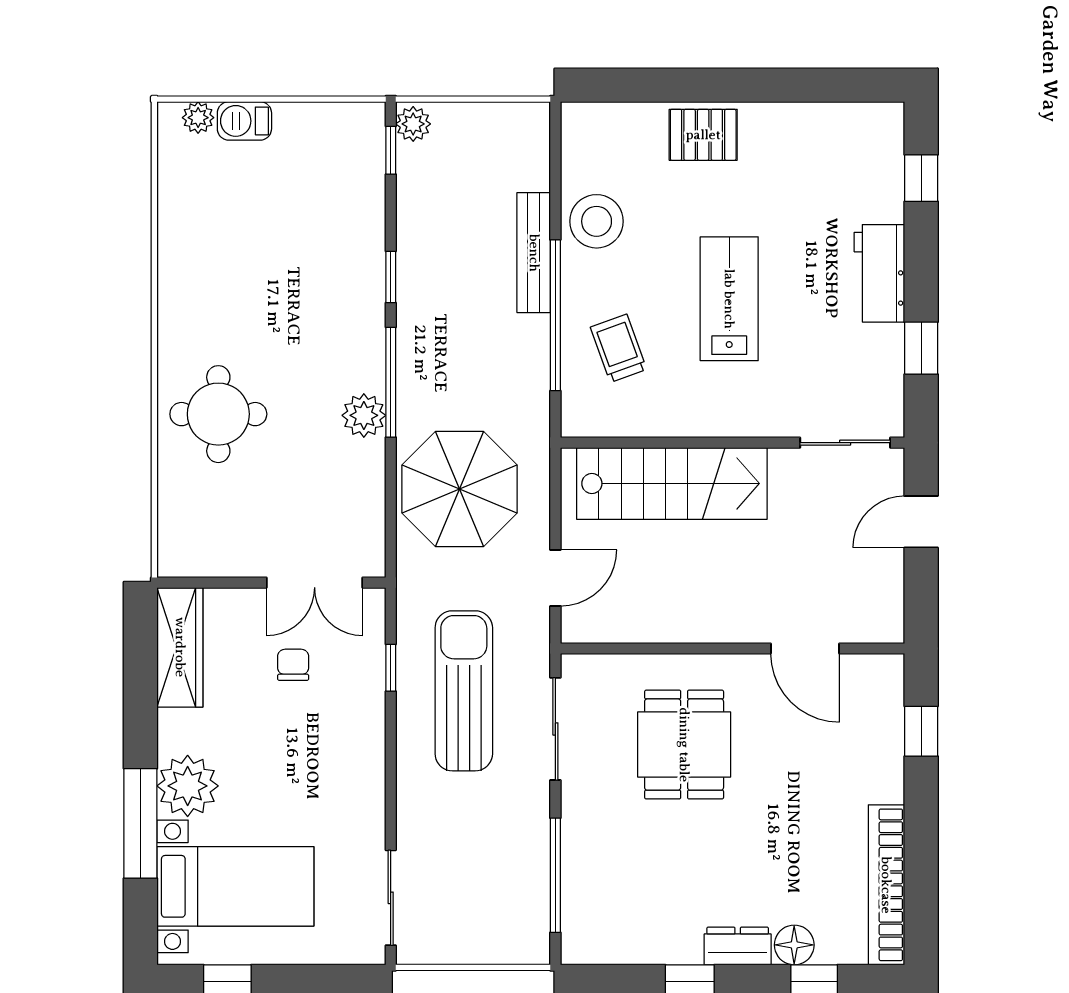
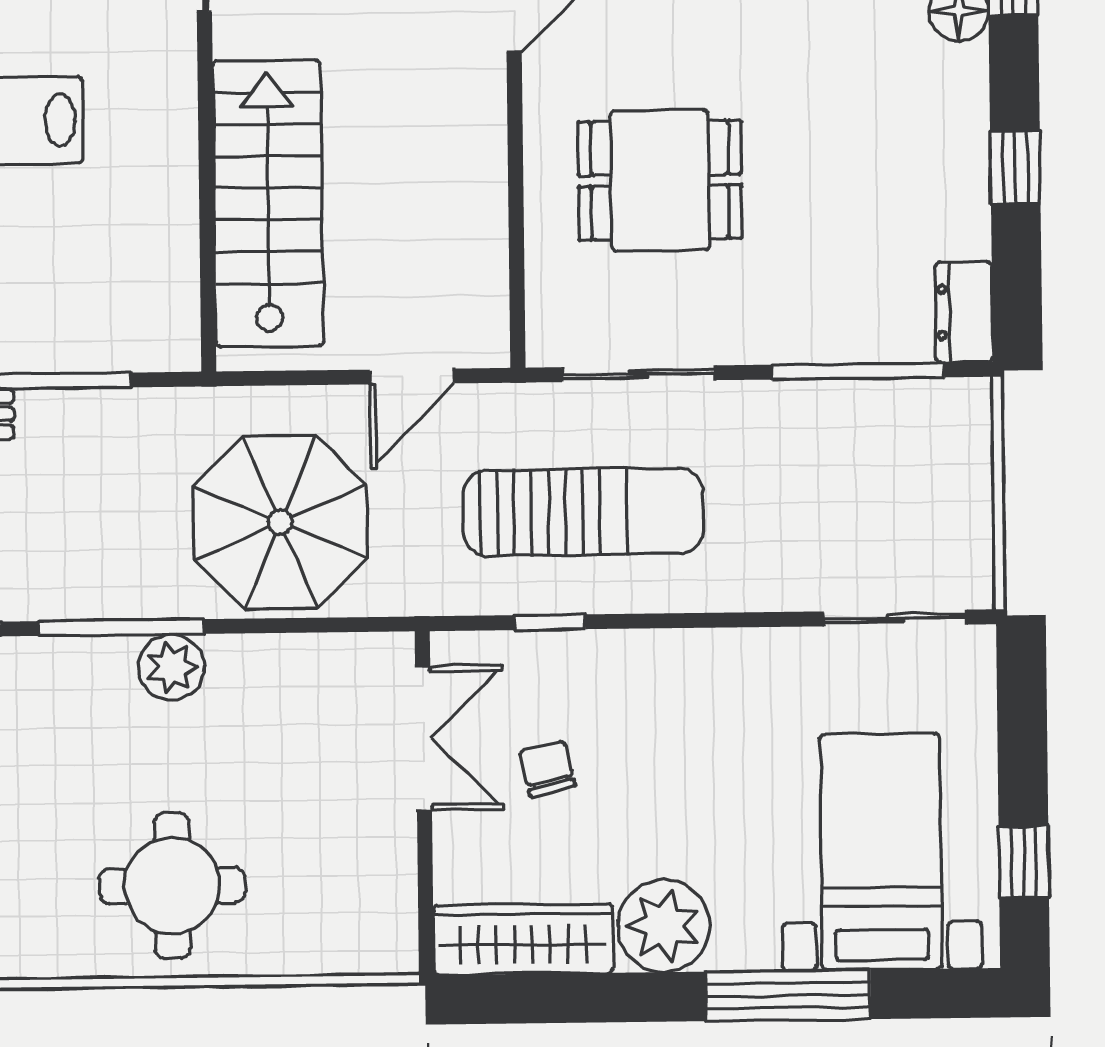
trolley: (619, 348) -> (66, 286), removed
door: (555, 578) -> (412, 376), swing flipped
chair: (293, 665) -> (547, 769), turned 77
sun lounger: (464, 691) -> (583, 512), turned 180
plant: (188, 786) -> (664, 926), moved
dresser: (738, 946) -> (964, 312), moved

